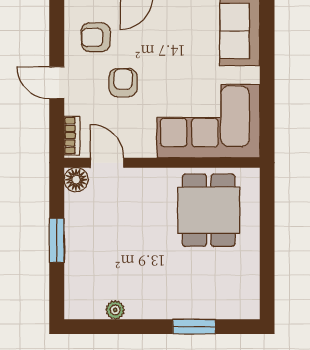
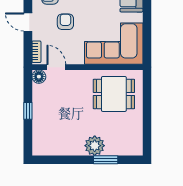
dining table: (209, 210) -> (114, 94), turned 90
window: (57, 240) -> (28, 111), width x0.67
plant: (115, 310) -> (95, 146), moved, width x1.88, depth x1.88

